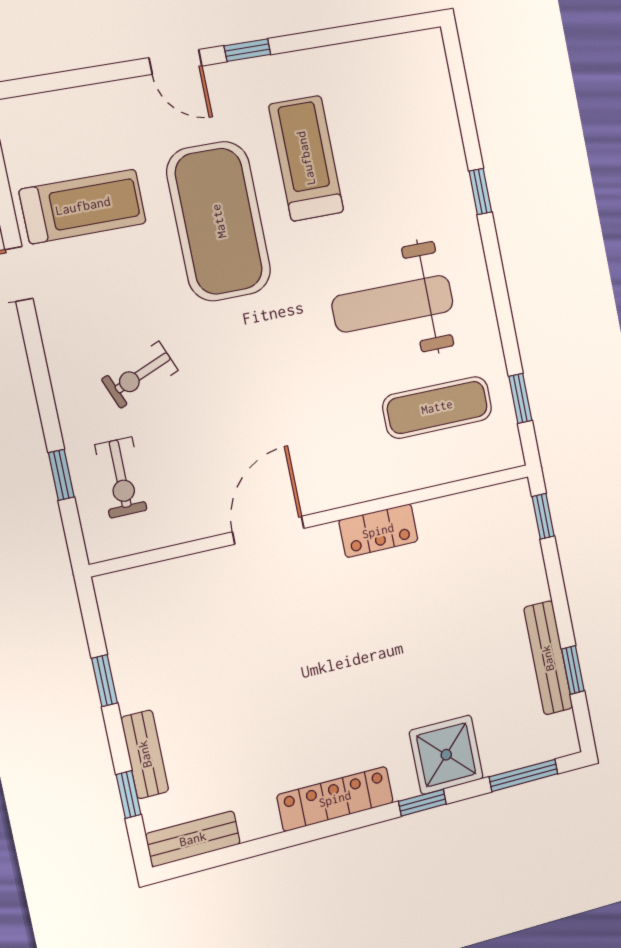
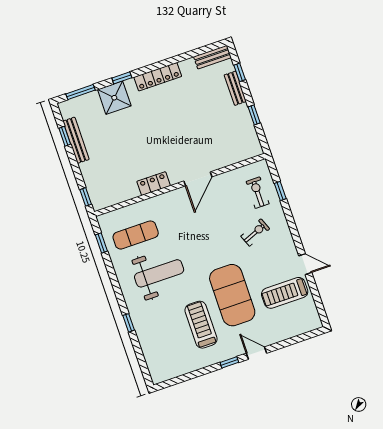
treadmill: (306, 158) -> (201, 325), turned 180

